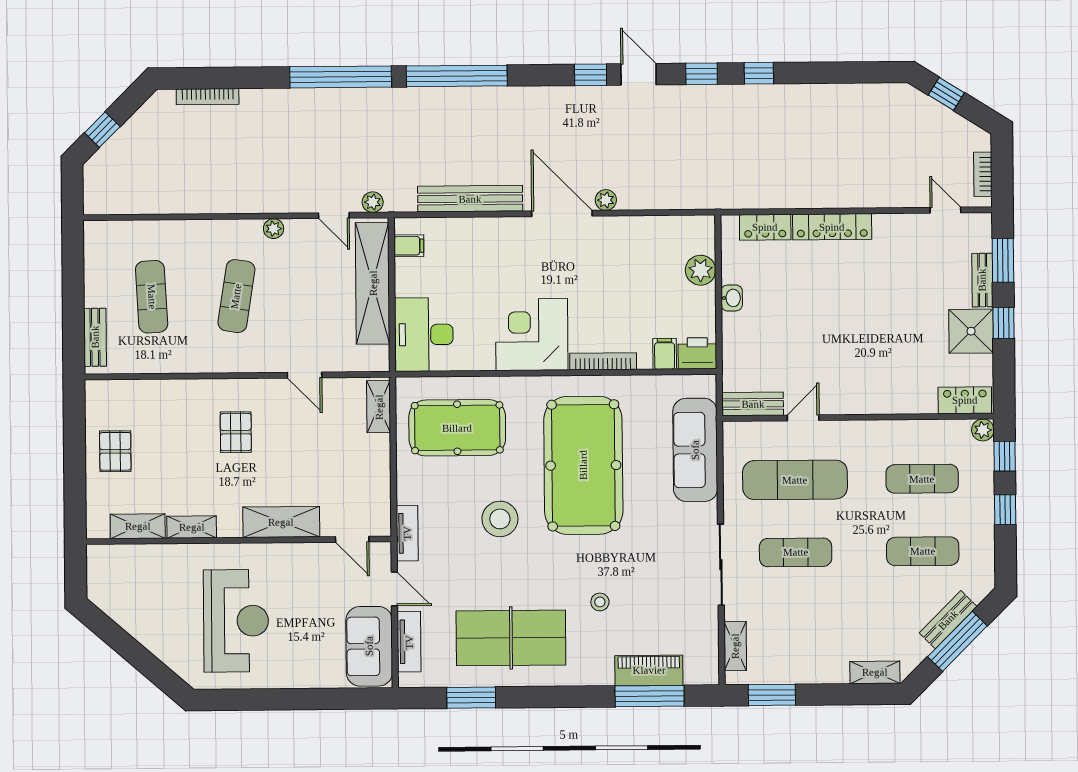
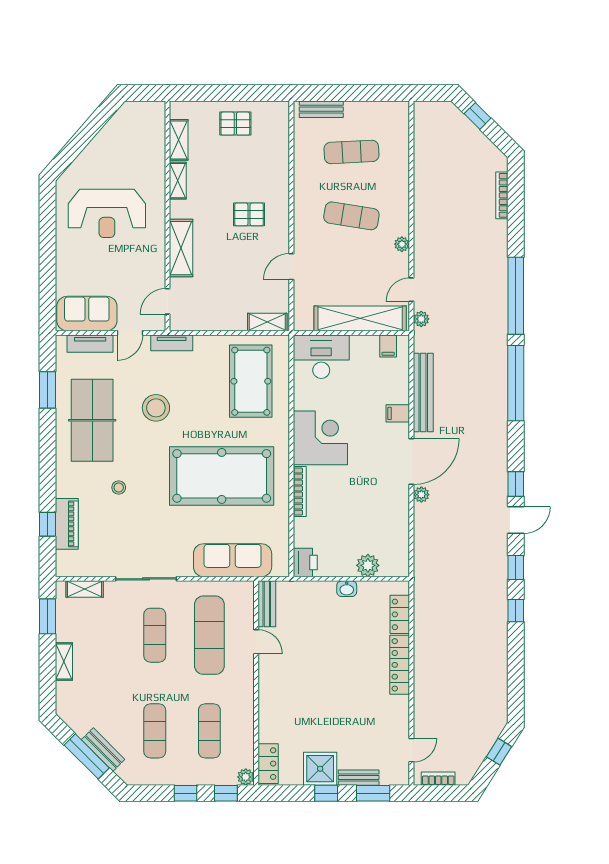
filing cabinet: (665, 354) -> (398, 413), moved, turned 180
stool: (500, 519) -> (156, 408), moved
shelving: (875, 672) -> (64, 662), moved
window: (650, 696) -> (48, 524), width x0.46

